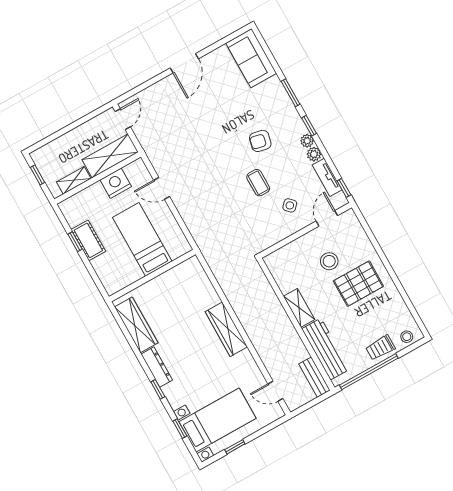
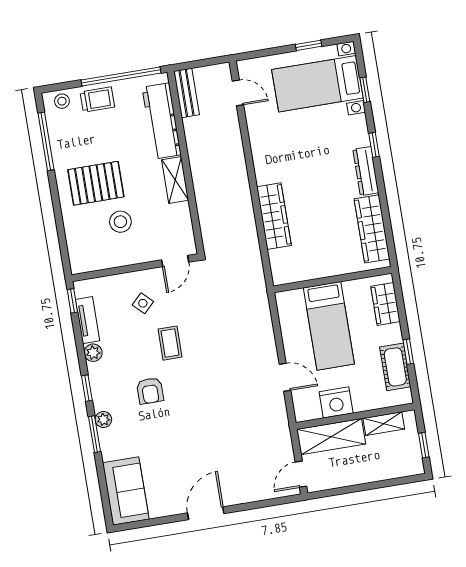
armchair: (260, 141) -> (150, 391), turned 78
plant: (307, 141) -> (103, 419), moved
door: (327, 218) -> (175, 261), moved
cot: (88, 240) -> (395, 367), moved
wardrobe: (105, 272) -> (385, 304), added
window: (408, 302) -> (46, 141), added
wardrobe: (226, 329) -> (274, 216), moved

